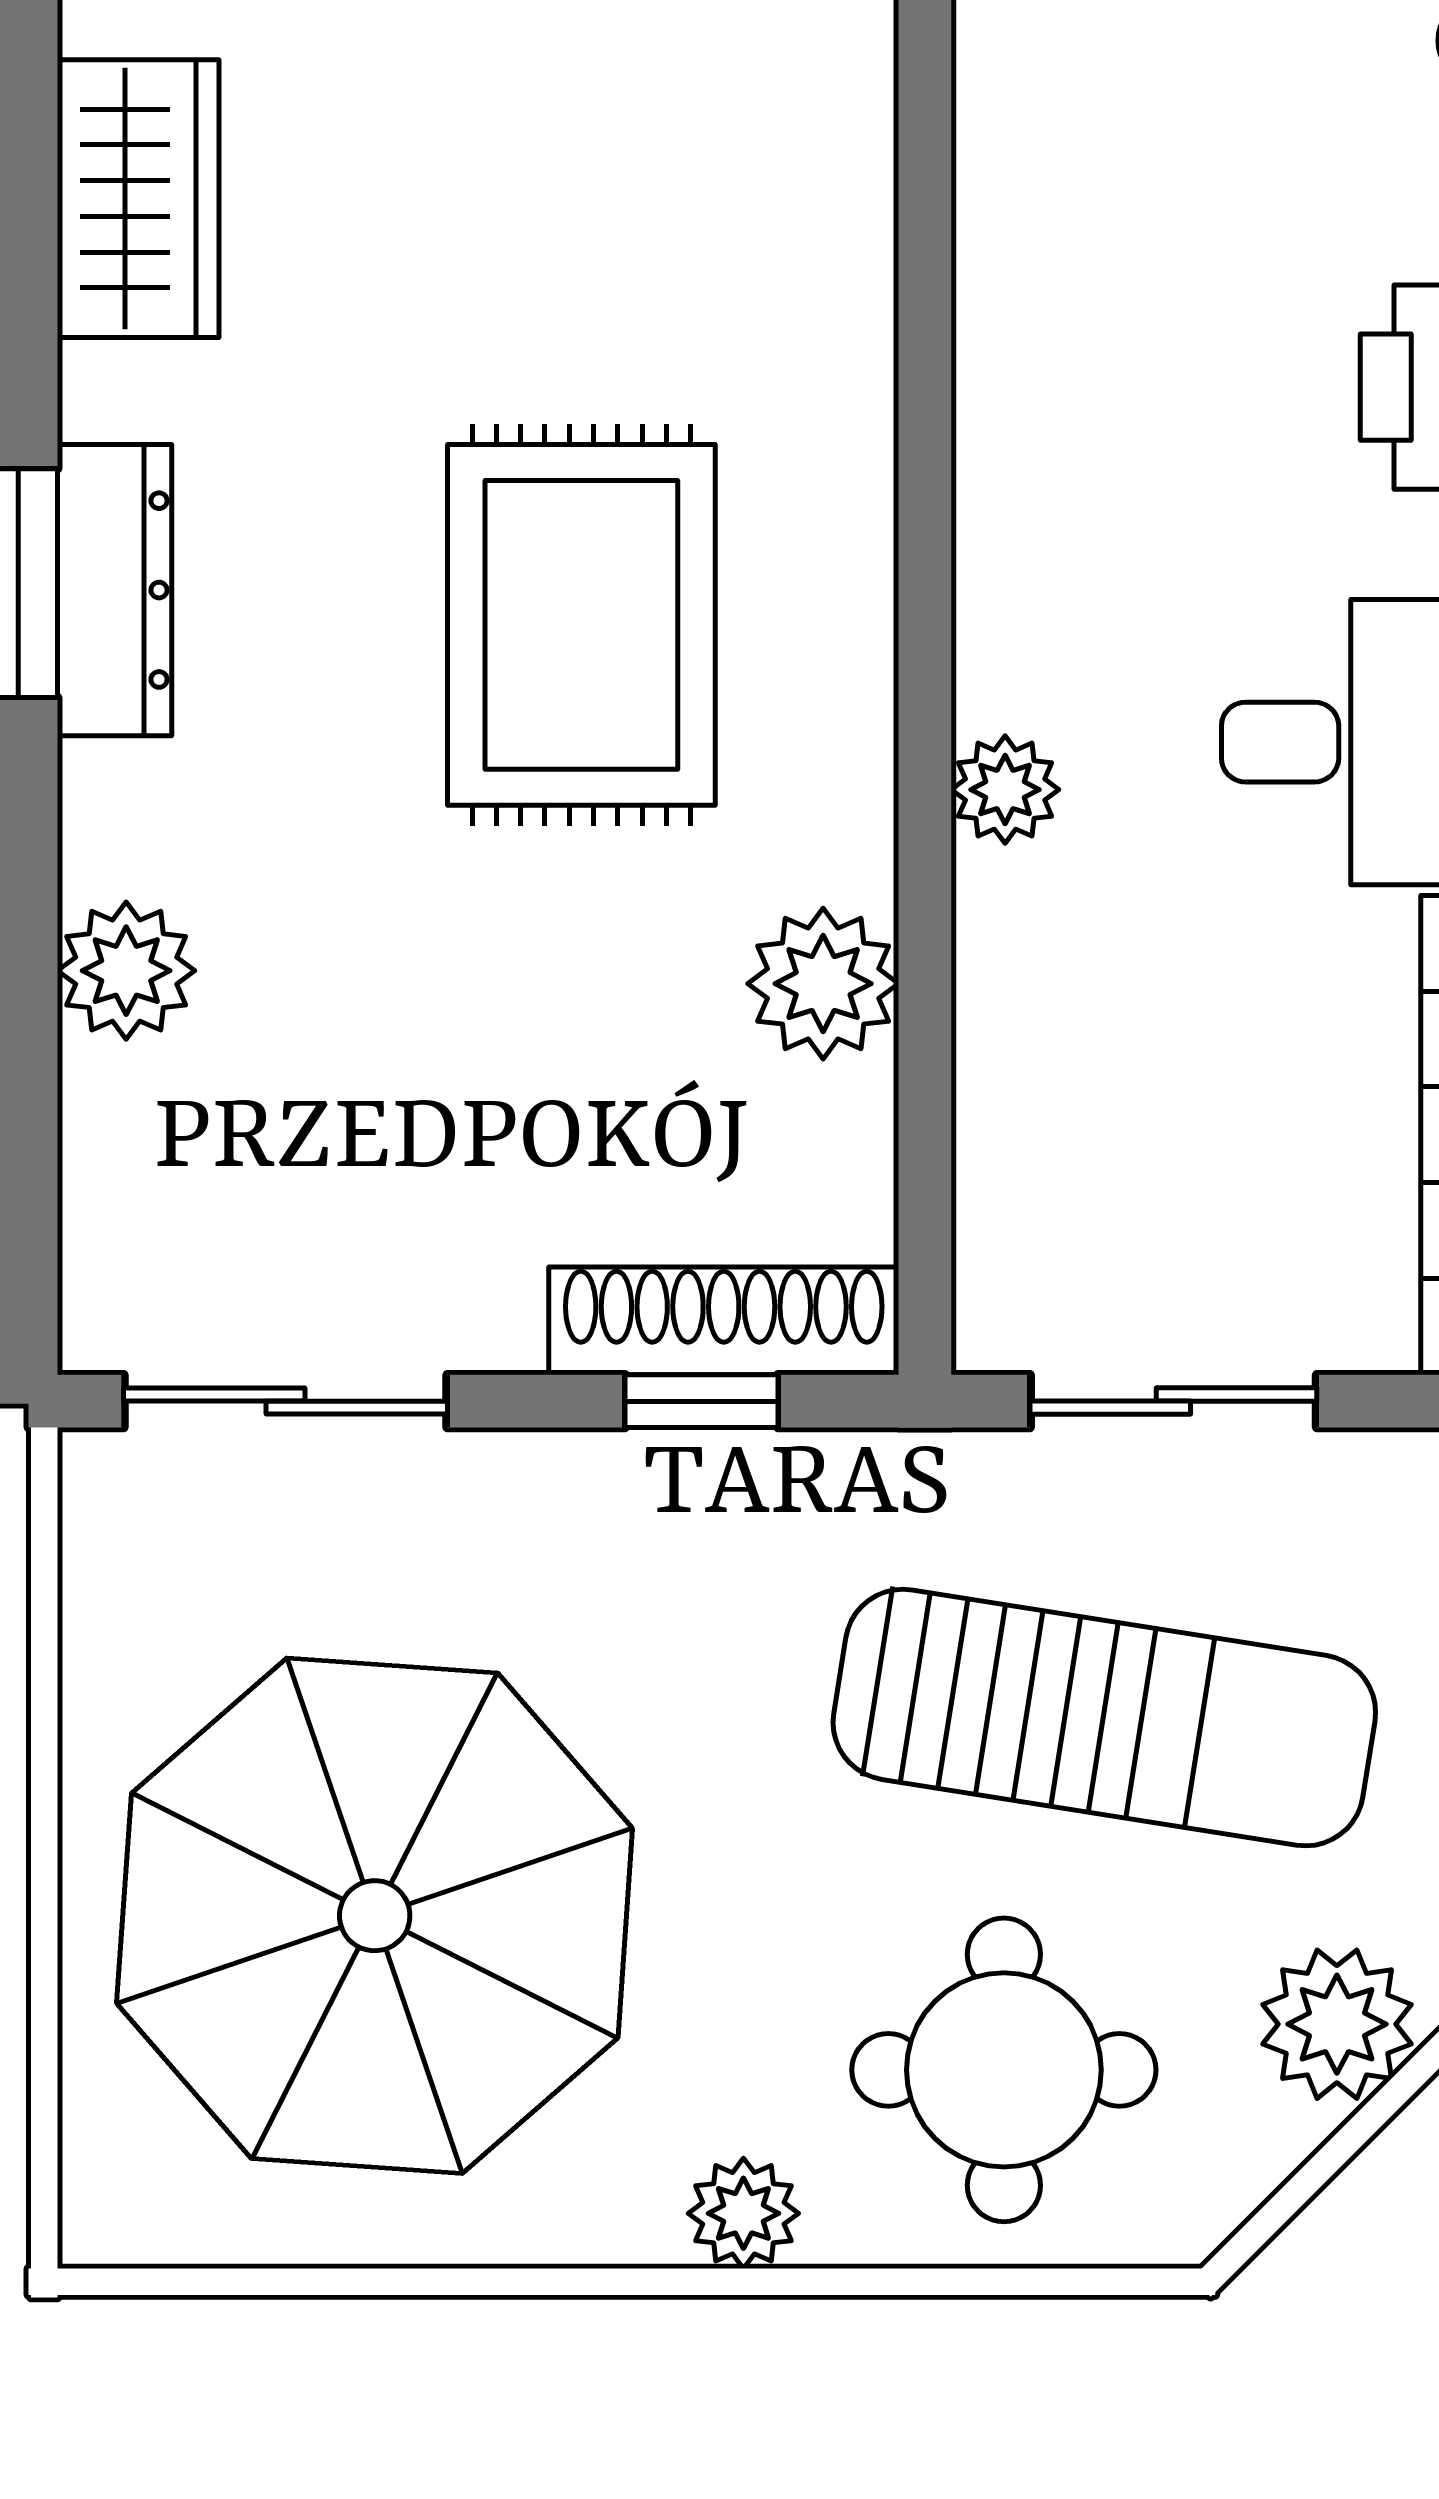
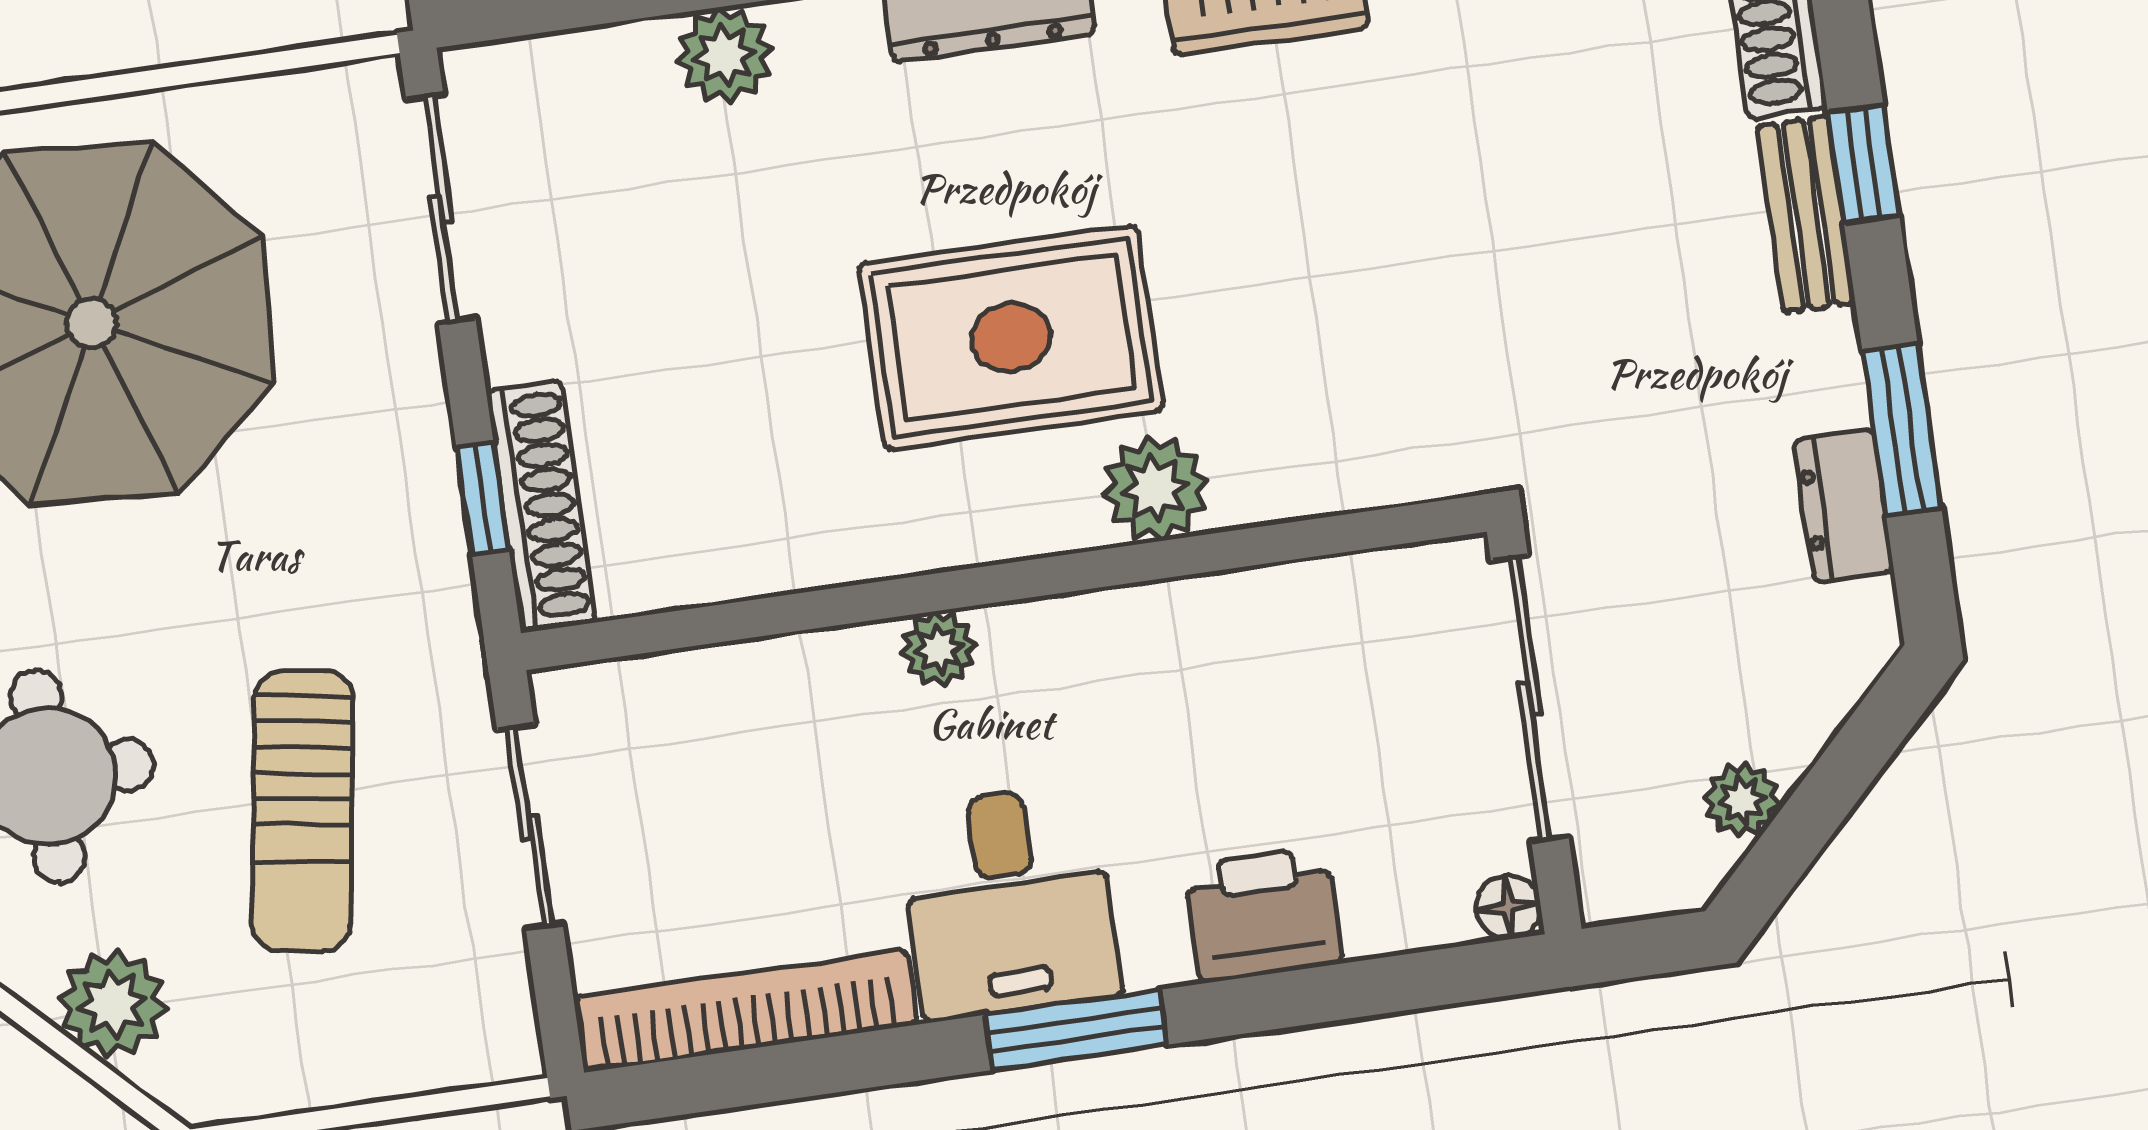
plant: (823, 984) -> (1155, 488), moved
sun lounger: (1104, 1718) -> (303, 811), width x0.73, depth x0.75

